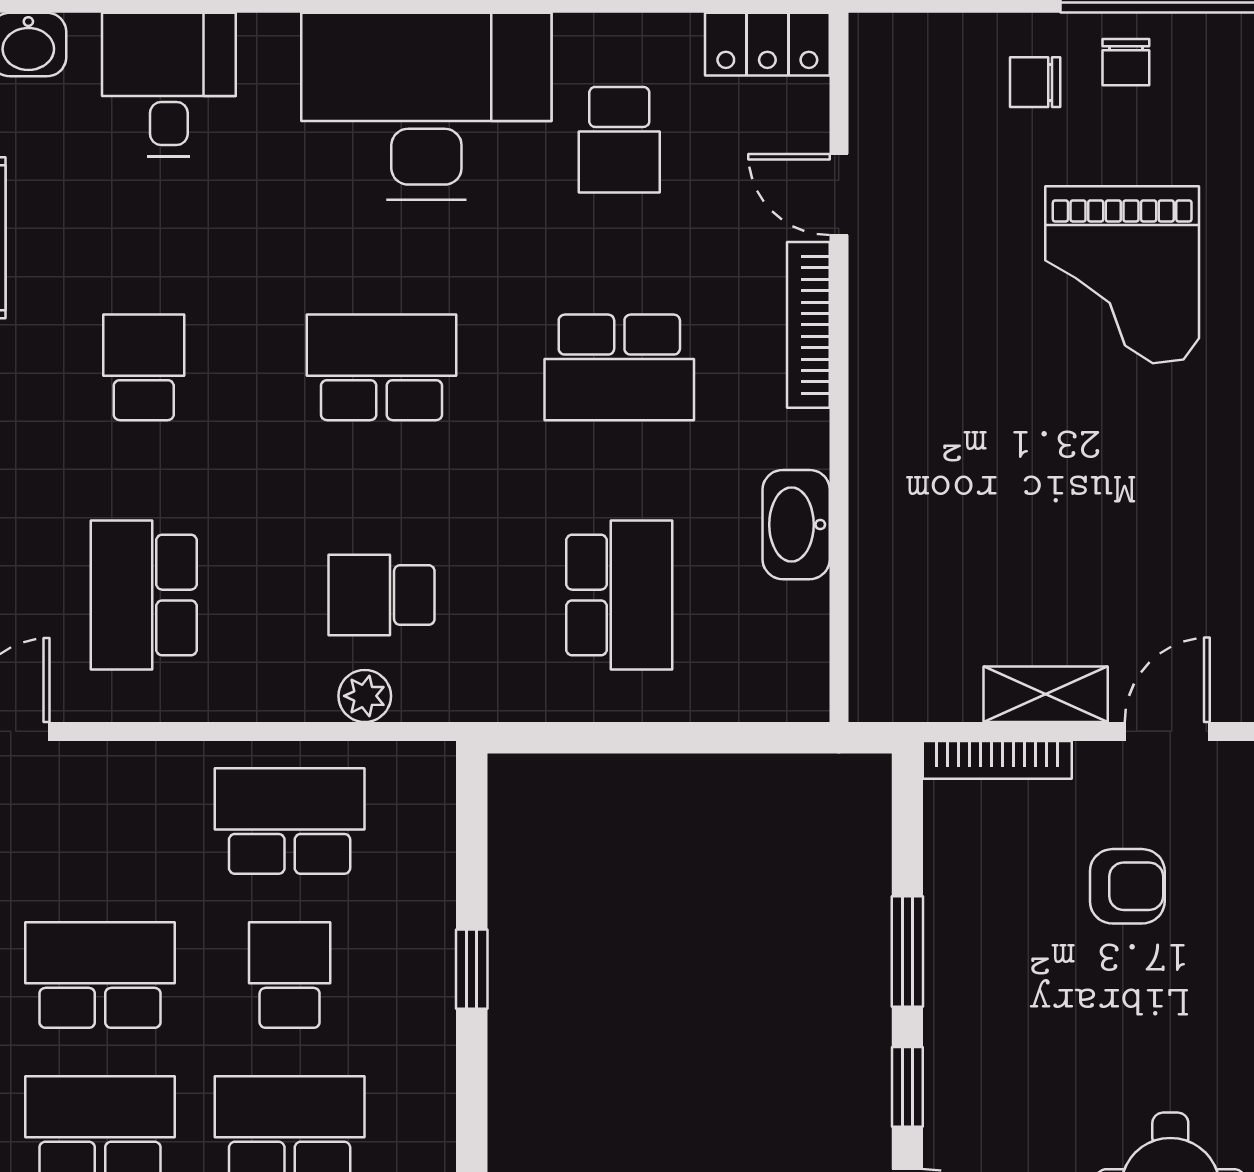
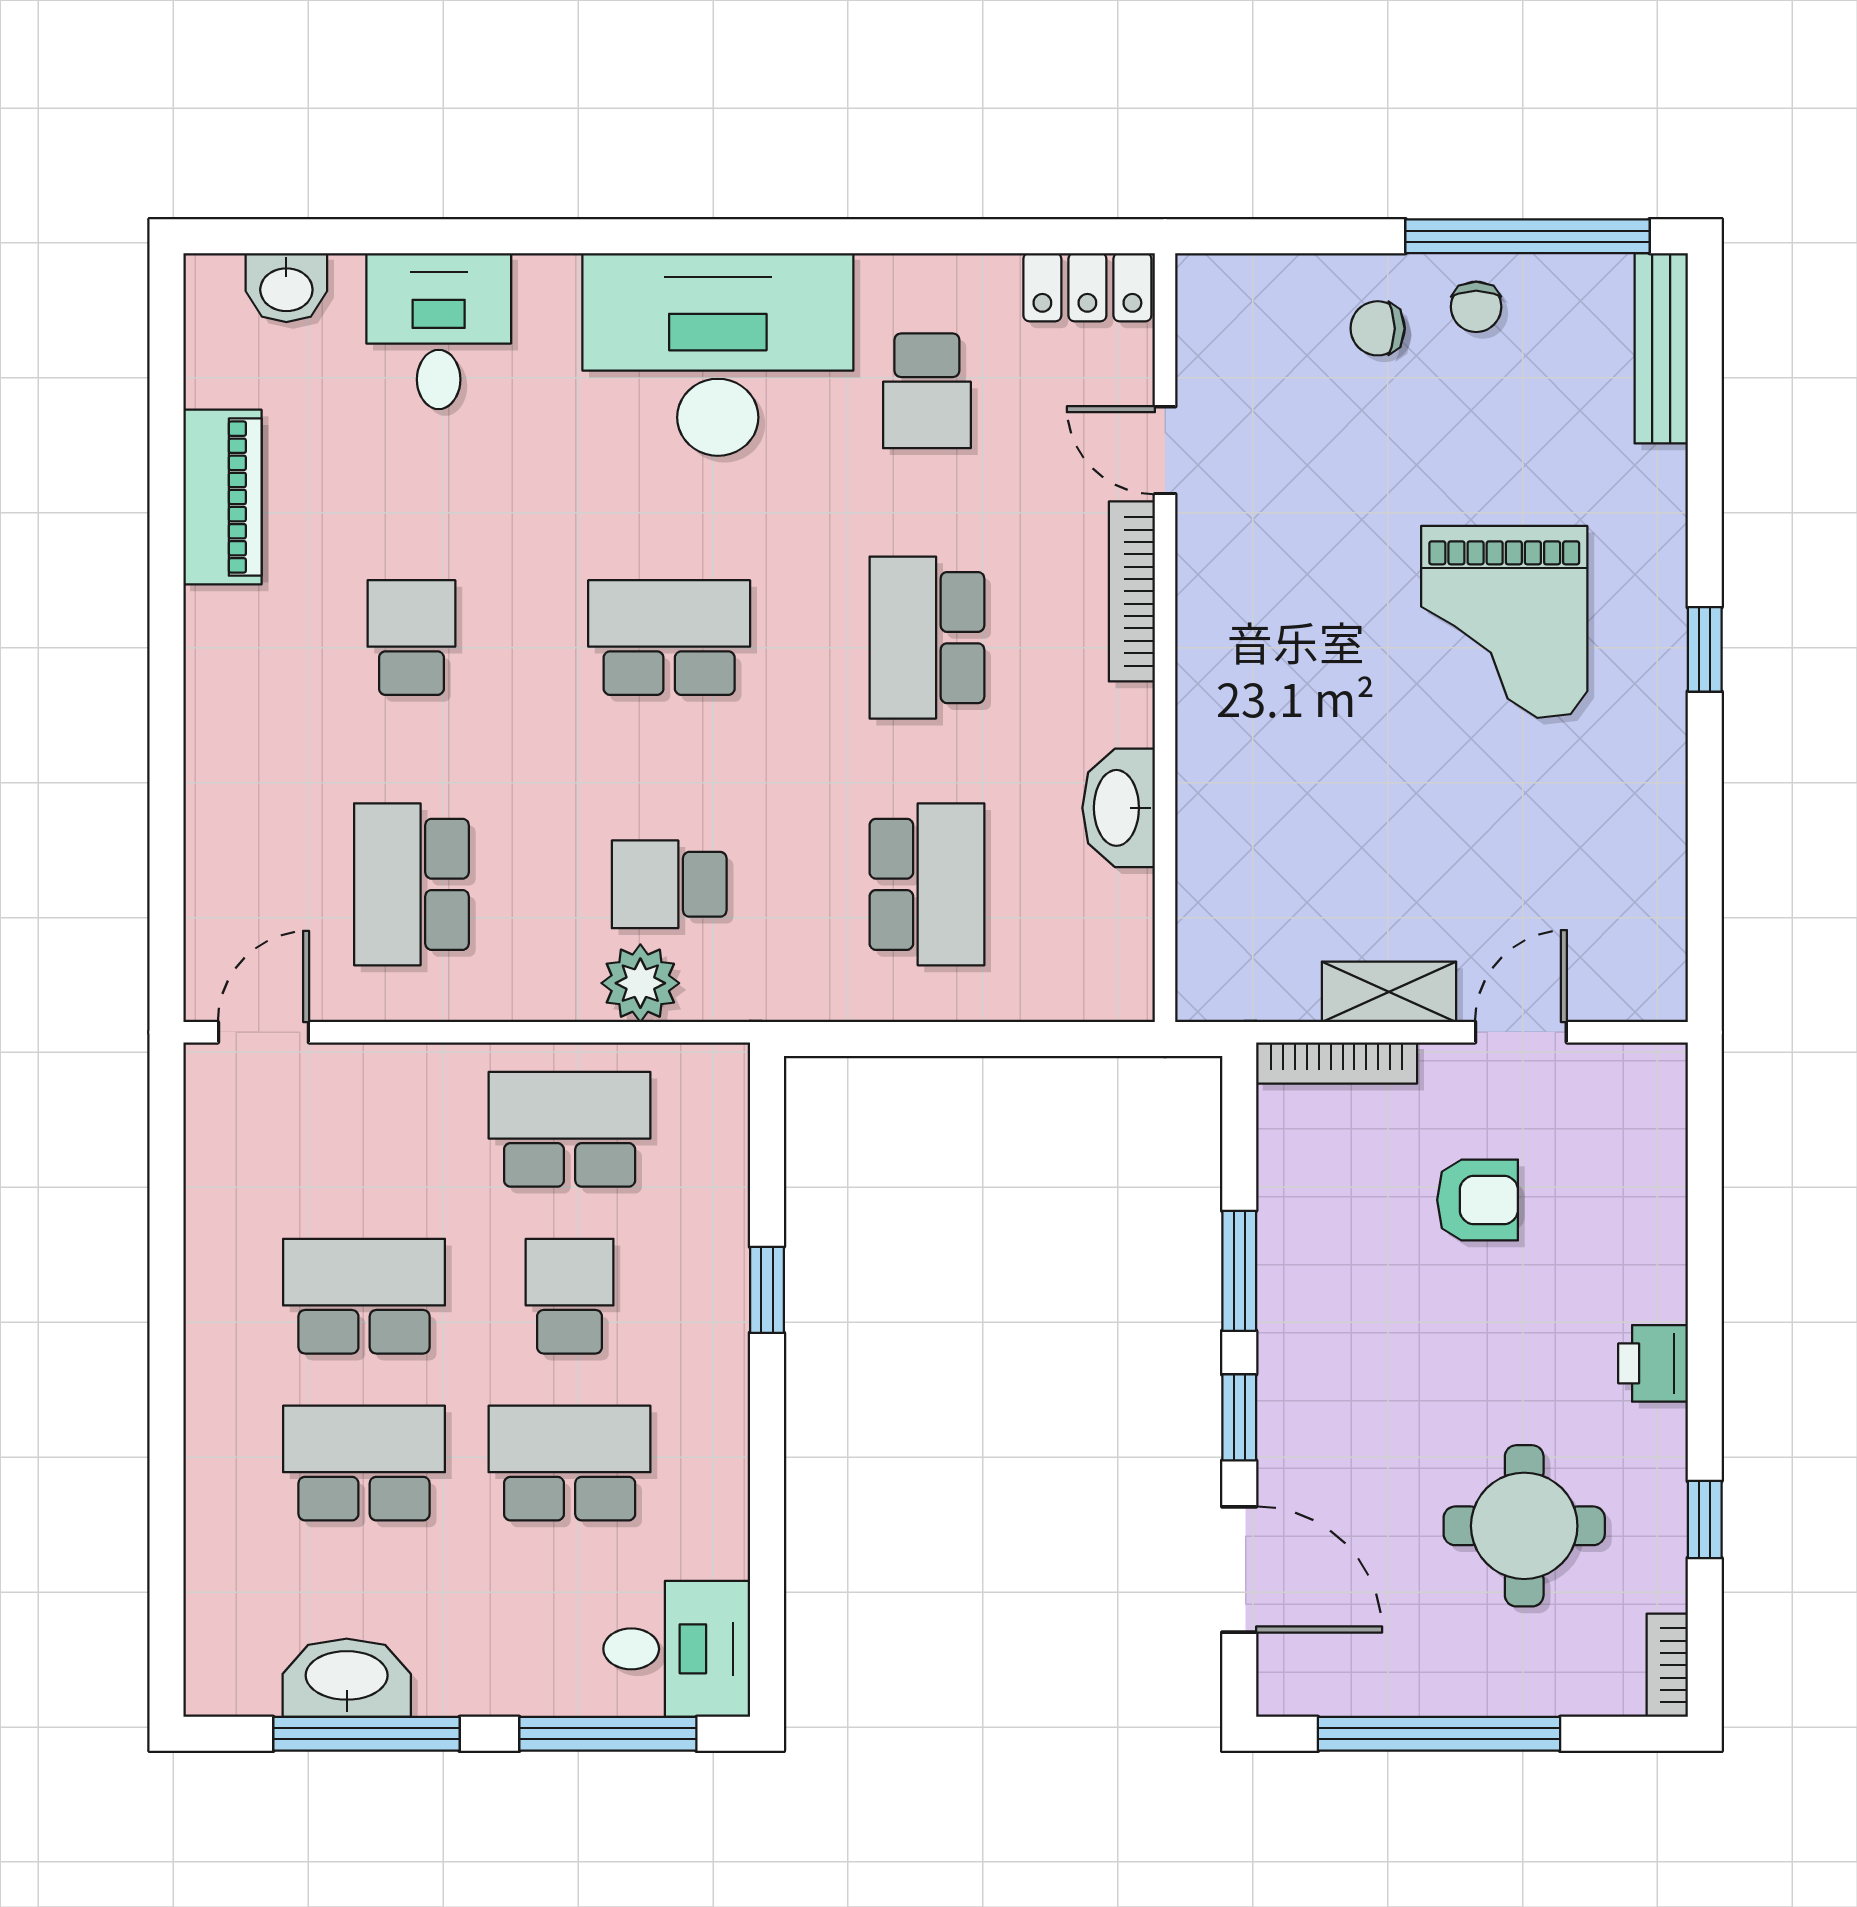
grand piano: (1122, 275) -> (1504, 622), moved
school desk: (619, 367) -> (927, 638), turned 90
plant: (365, 696) -> (640, 983), width x1.38, depth x1.38

